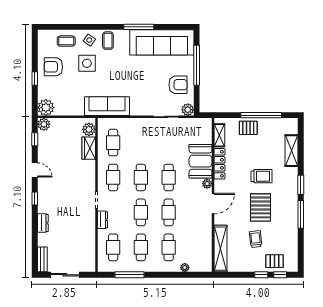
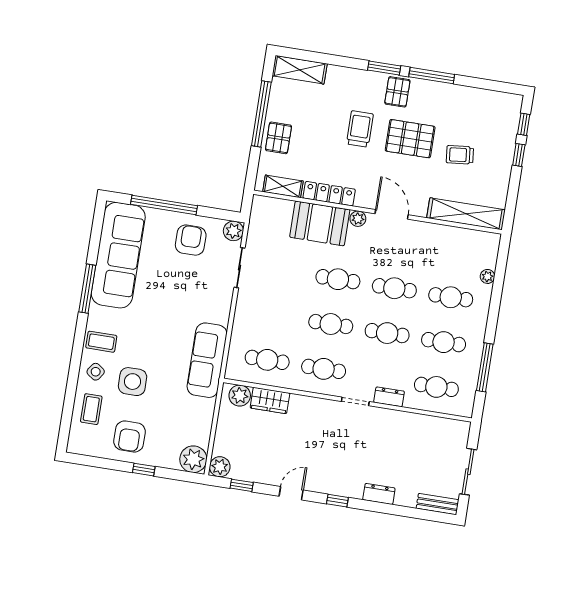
shelving: (291, 151) -> (300, 70), moved
pallet: (275, 261) -> (397, 92), moved

